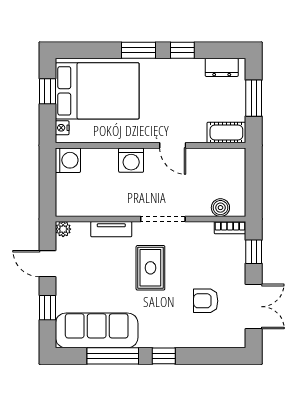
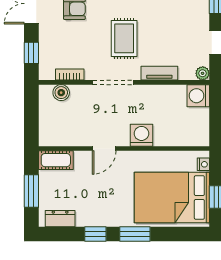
door: (173, 145) -> (104, 149), swing flipped
washing machine: (68, 160) -> (198, 96), moved
bookcase: (230, 228) -> (70, 75), moved

